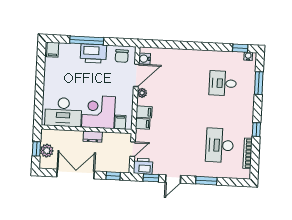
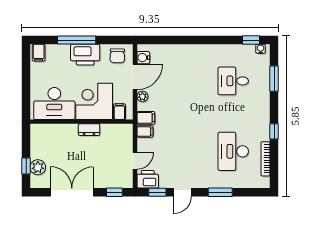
desk: (63, 112) -> (54, 103), moved
corner desk: (98, 112) -> (94, 101), moved
filing cabinet: (120, 122) -> (119, 112), moved
wall: (86, 129) -> (82, 122), moved
dresser: (93, 137) -> (89, 130), moved

